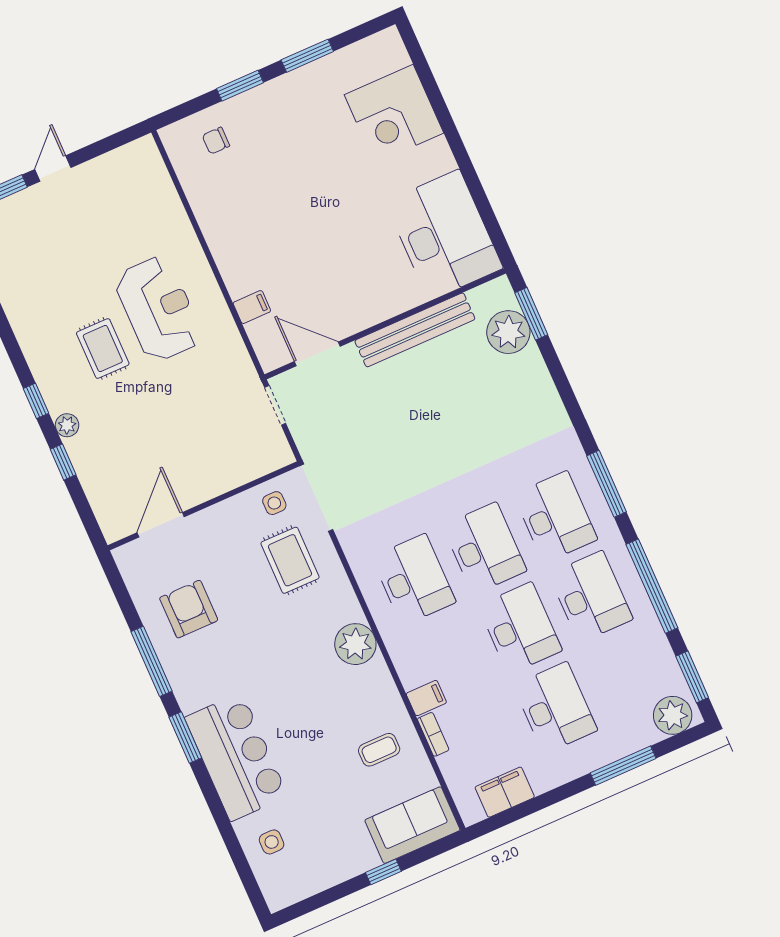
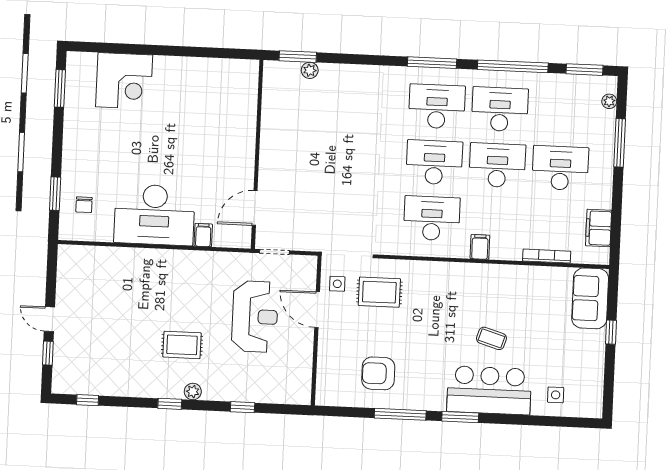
window: (307, 56) -> (60, 88), moved
window: (240, 86) -> (55, 194), moved
desk: (444, 235) -> (154, 215), moved, turned 180
reception desk: (158, 309) -> (255, 317), moved, turned 90
bench: (415, 330) -> (271, 137), removed
plant: (508, 332) -> (310, 70), width x0.53, depth x0.53
window: (36, 401) -> (170, 404), moved
plant: (67, 425) -> (193, 392), moved
door: (161, 525) -> (317, 310), moved
plant: (355, 644) -> (455, 277), removed
filing cabinet: (426, 698) -> (480, 247), moved
plant: (673, 715) -> (609, 101), width x0.53, depth x0.53
bookcase: (433, 734) -> (547, 256), width x1.56
coffee table: (379, 750) -> (491, 338), moved, turned -73

